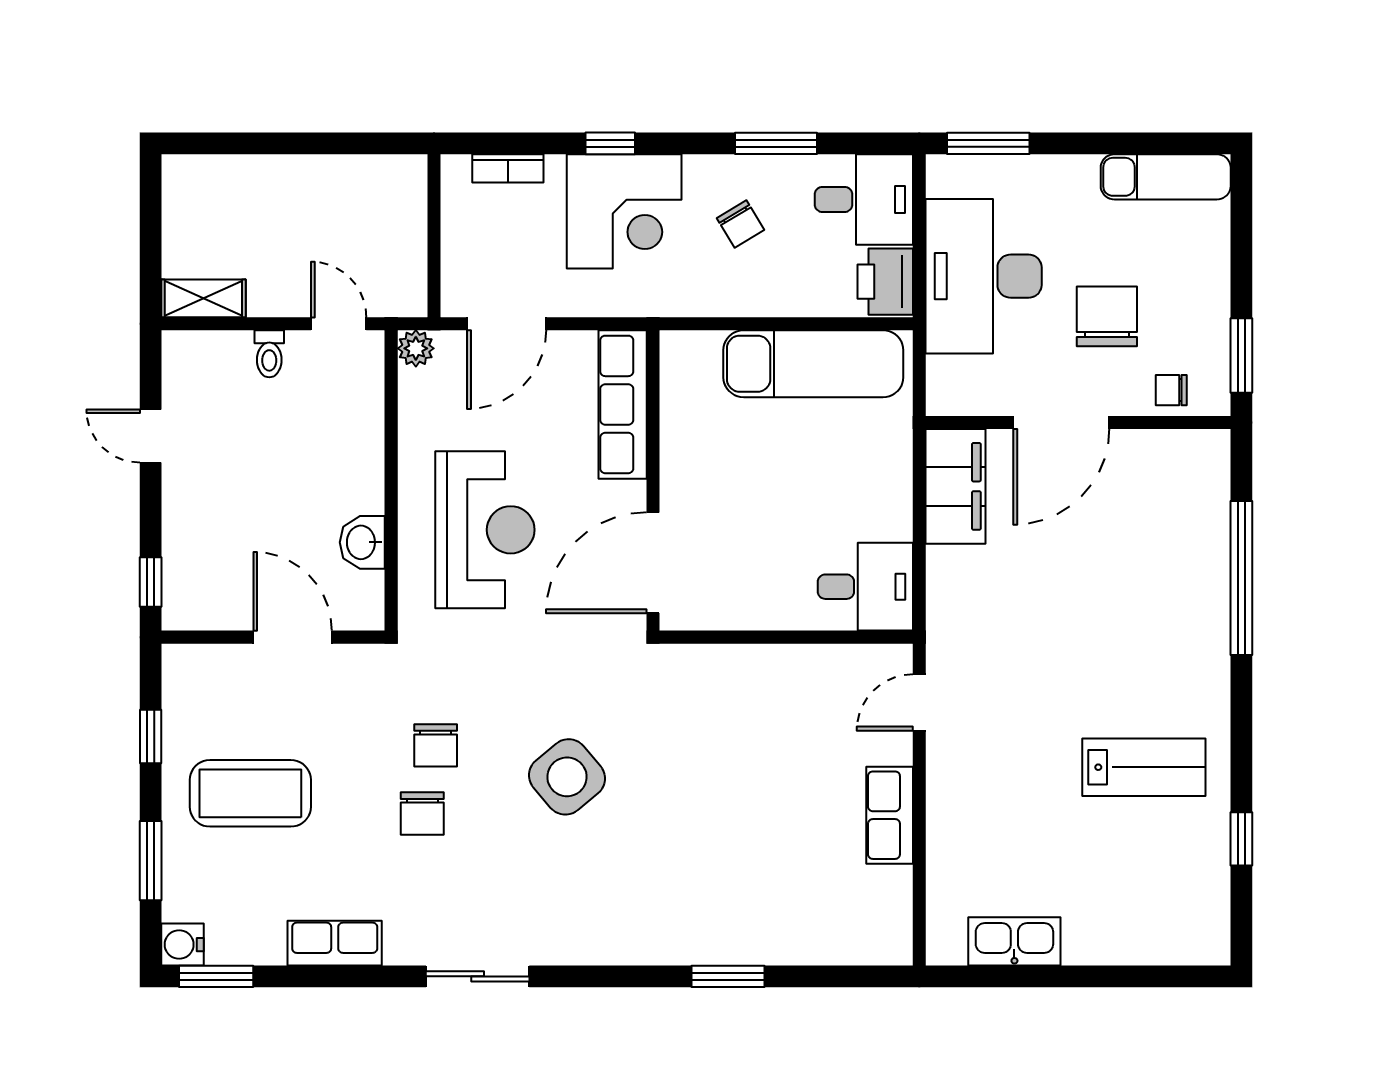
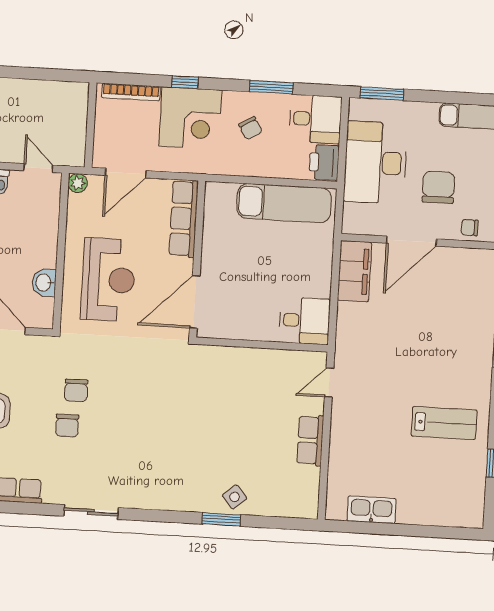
bookcase: (508, 168) -> (131, 92), width x1.56
side table: (567, 777) -> (235, 497), moved, width x0.54, depth x0.54

